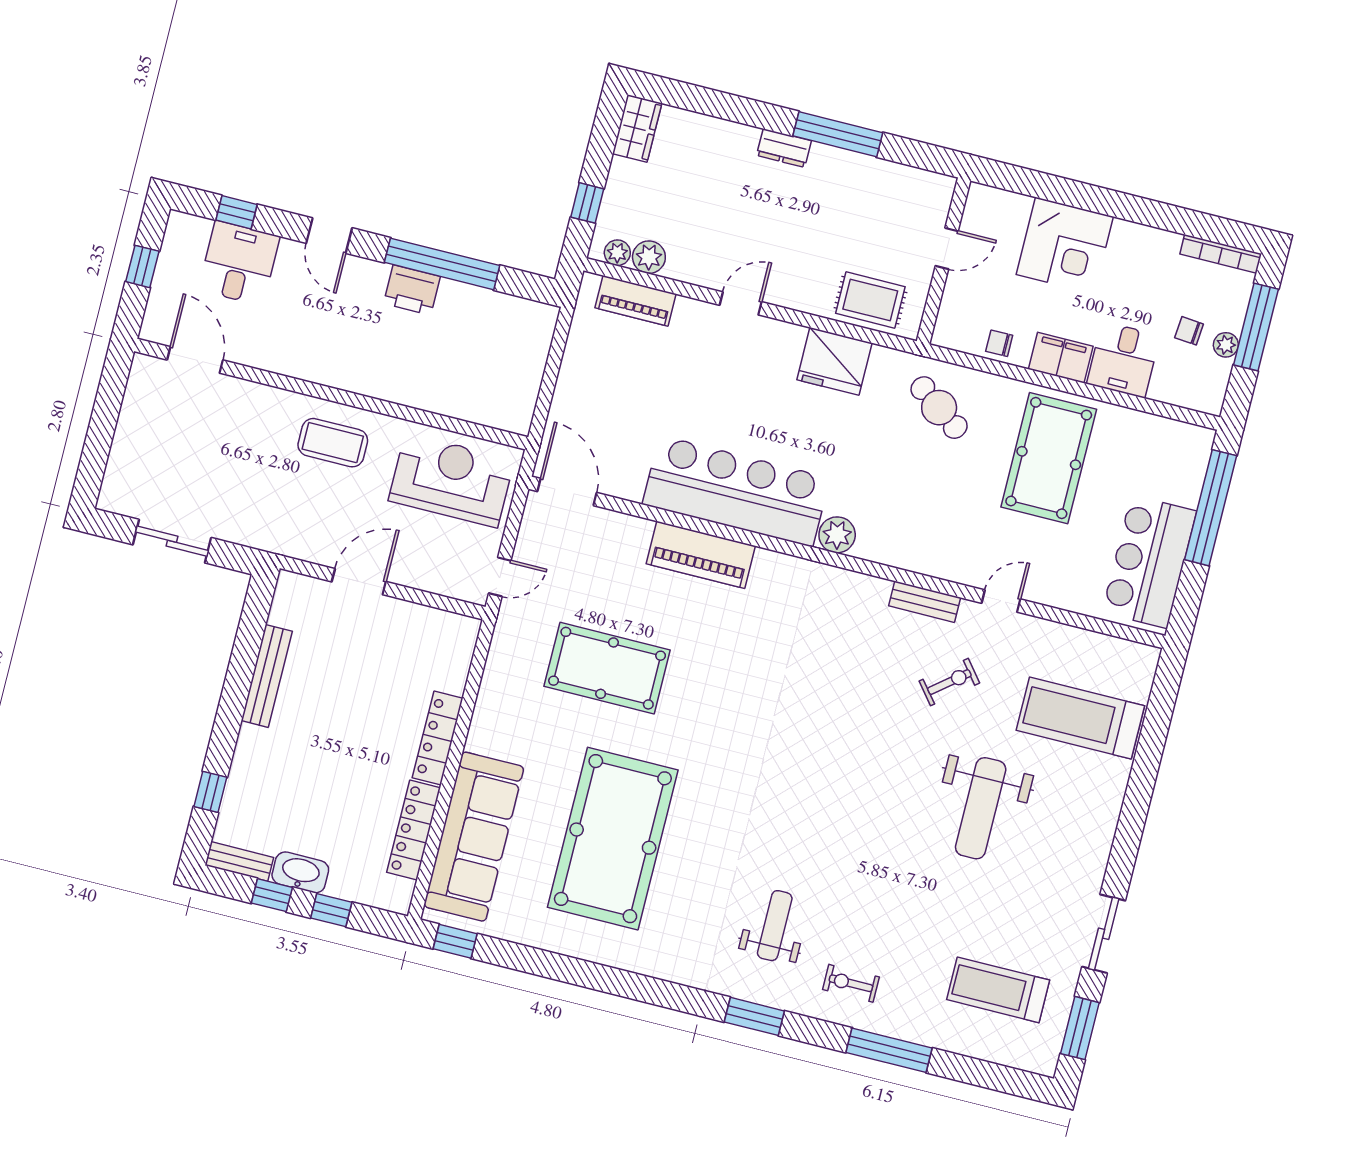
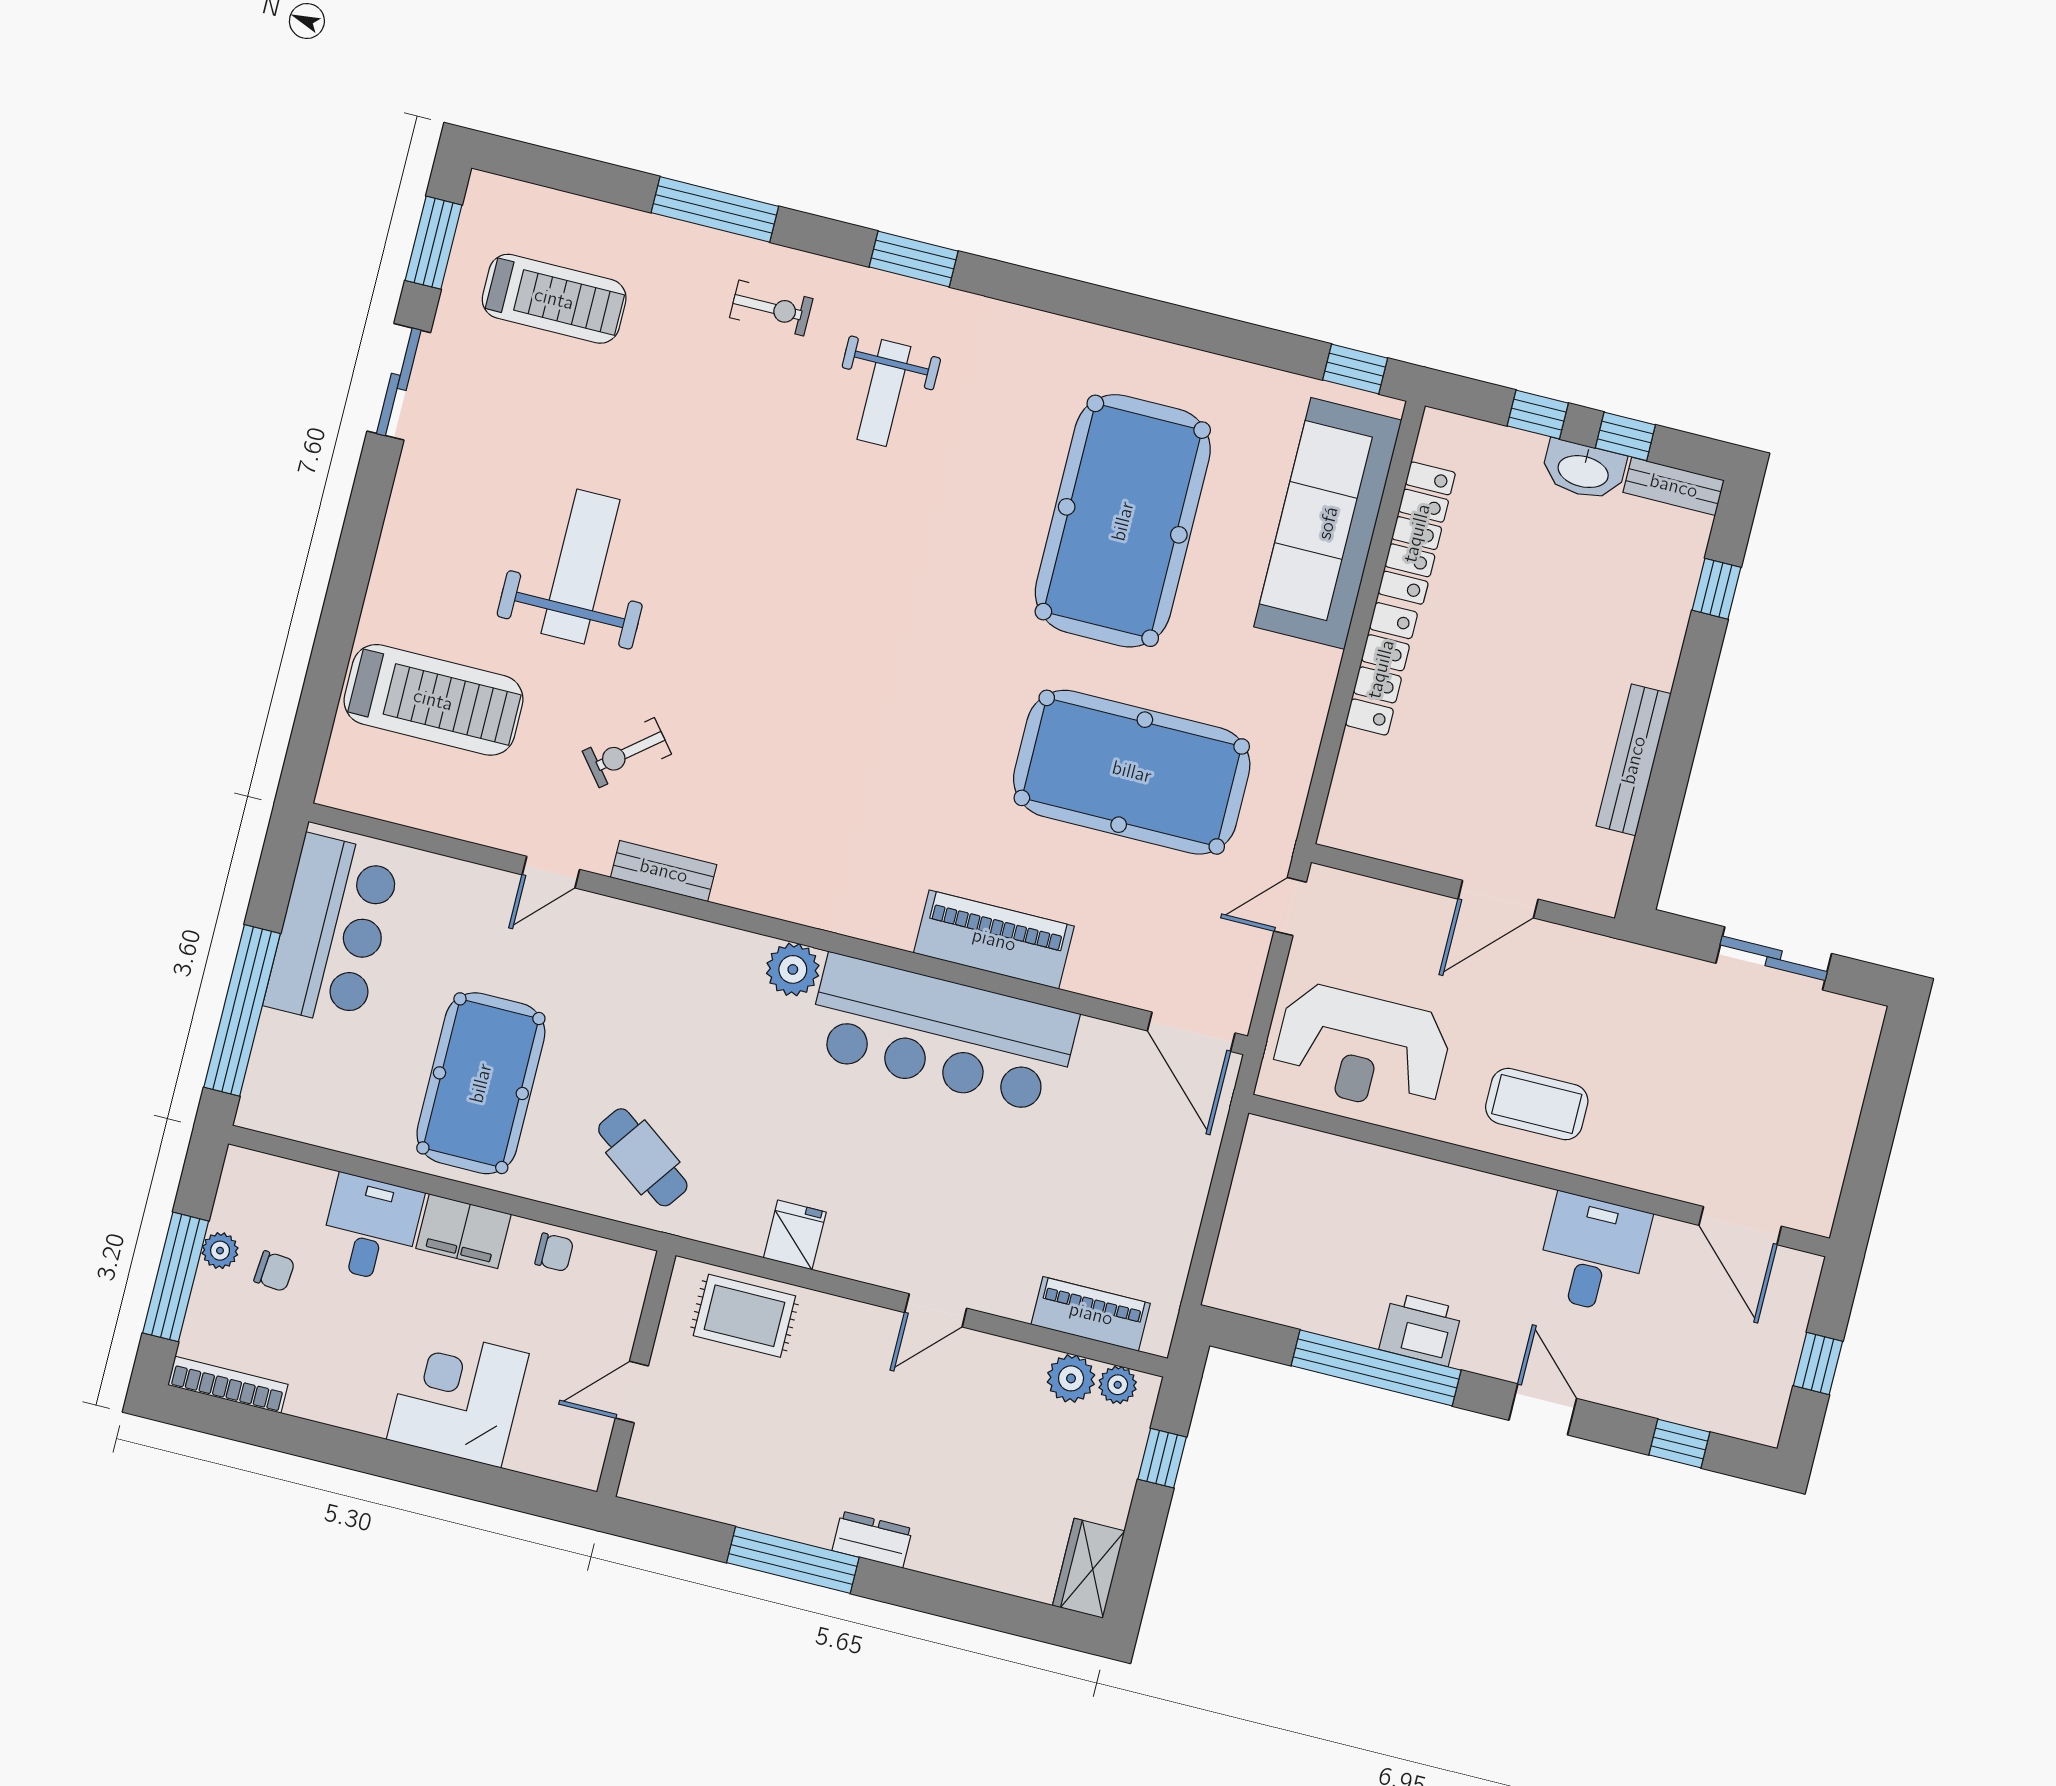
desk: (239, 263) -> (1593, 1253), moved, turned 180
fridge: (834, 361) -> (795, 1235), width x0.53, depth x0.75
pool table: (607, 668) -> (1132, 772), width x1.36, depth x1.32

